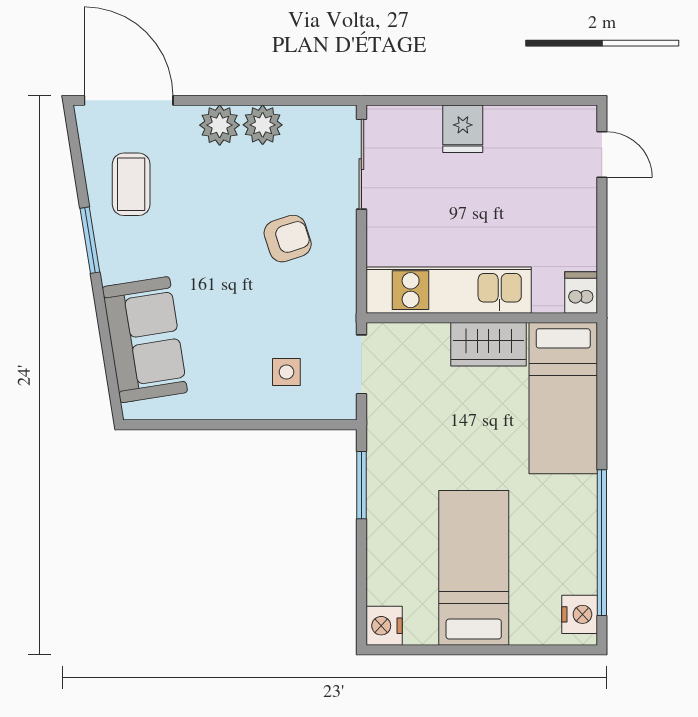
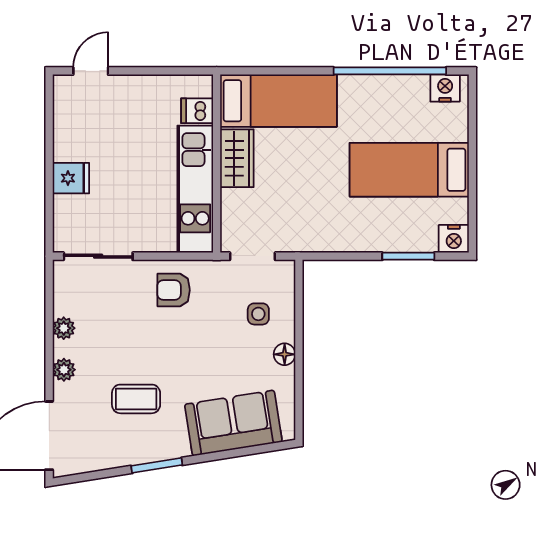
plant: (220, 125) -> (64, 370), width x0.73, depth x0.73
plant: (263, 125) -> (64, 328), width x0.73, depth x0.73
coffee table: (131, 184) -> (136, 399), moved
armchair: (288, 239) -> (174, 290), moved, turned -72
dishwasher: (581, 293) -> (197, 111), moved
floor lamp: (234, 406) -> (285, 354), added
window: (361, 485) -> (408, 256), moved

